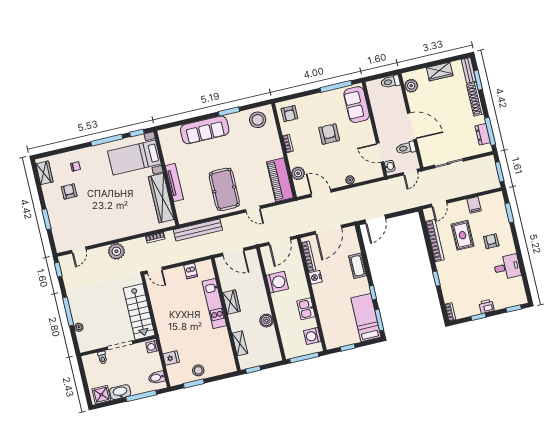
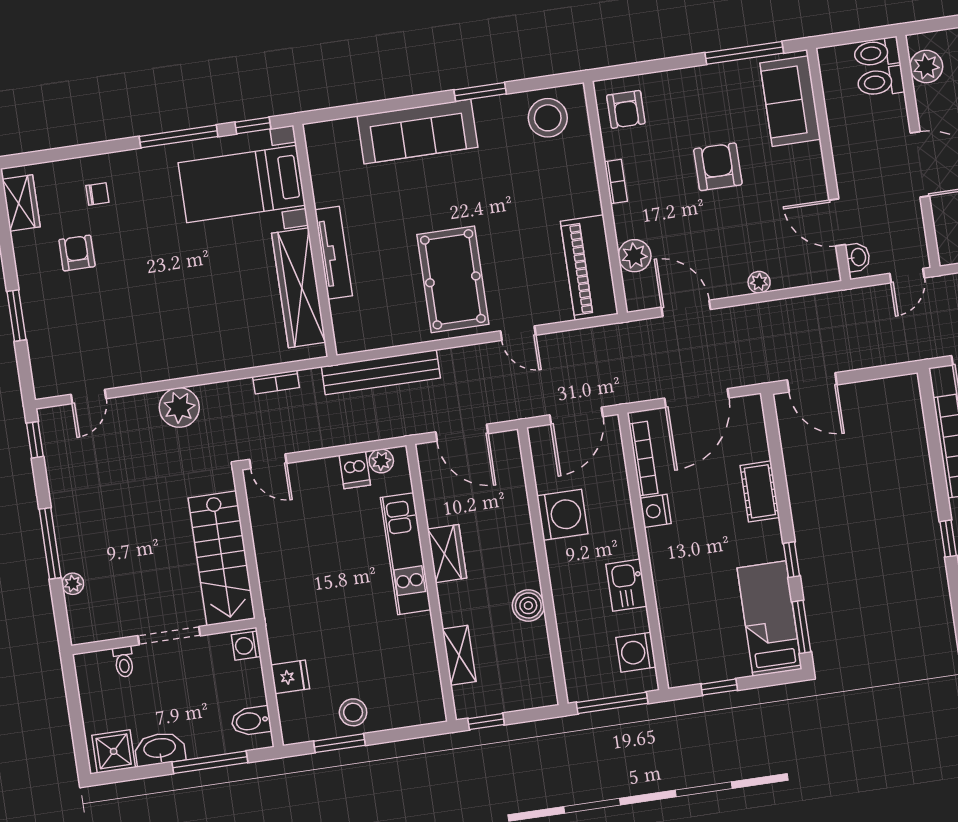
toilet: (406, 148) -> (881, 82), moved
door: (375, 219) -> (812, 382), hinge flipped
plant: (201, 266) -> (381, 461), added

